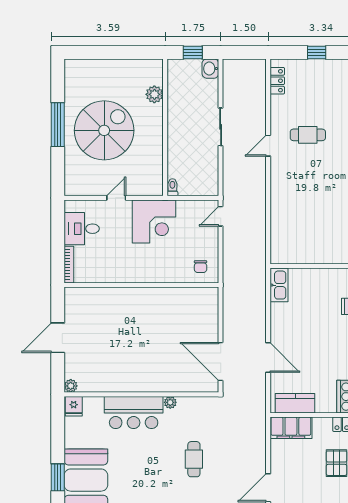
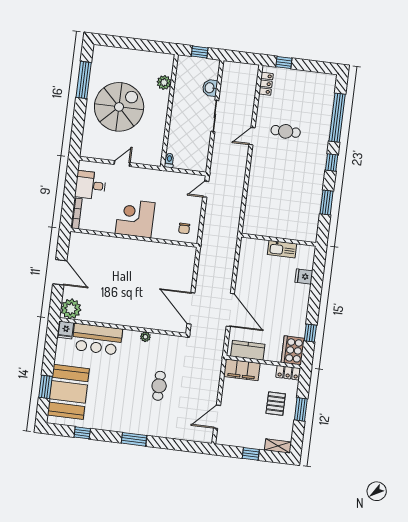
window: (317, 52) -> (284, 62), moved
washbasin: (210, 69) -> (210, 88), moved
window: (58, 125) -> (84, 80), moved
corner desk: (154, 221) -> (135, 218), moved, turned 180
kitchen sink: (279, 285) -> (282, 249), moved, turned 90
door: (58, 338) -> (60, 272), swing flipped
door: (268, 357) -> (230, 310), width x1.36
plant: (71, 386) -> (71, 309), width x1.88, depth x1.88
bar counter: (134, 413) -> (97, 339), moved

